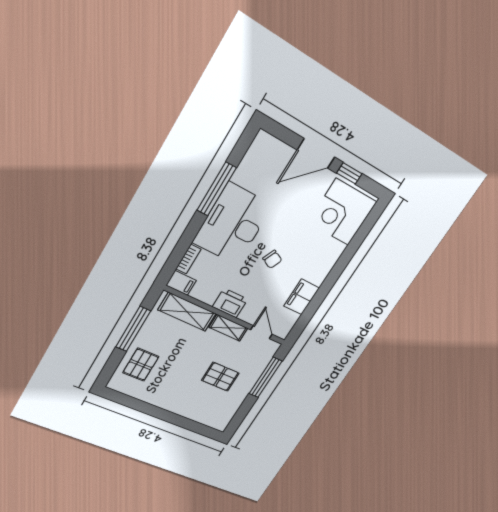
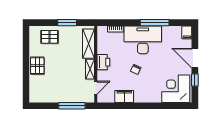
filing cabinet: (181, 283) -> (187, 32), moved
window: (133, 329) -> (67, 23), width x0.69
pallet: (220, 377) -> (37, 66), moved

